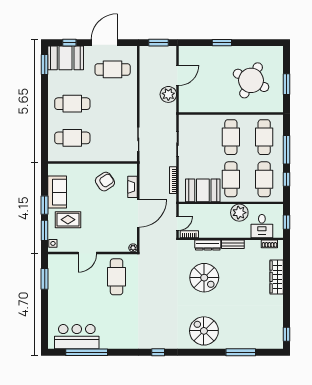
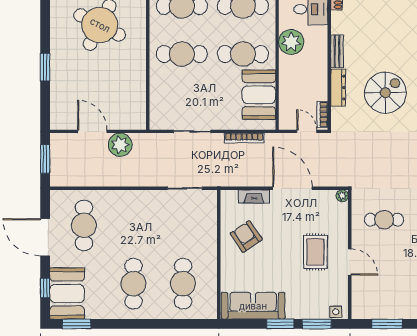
sofa: (57, 192) -> (253, 306), width x1.36
rug: (68, 220) -> (315, 252), moved
cafe table: (117, 277) -> (384, 220), width x0.73, depth x0.74

